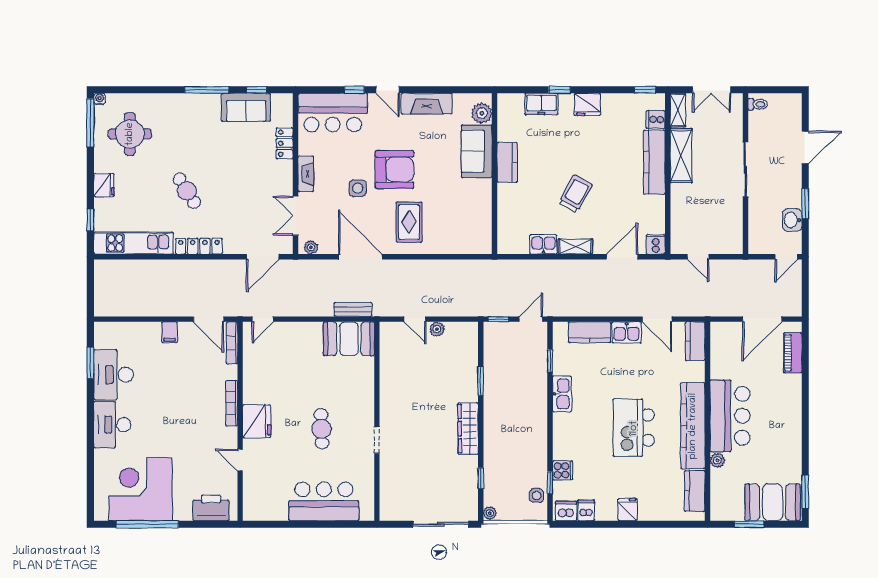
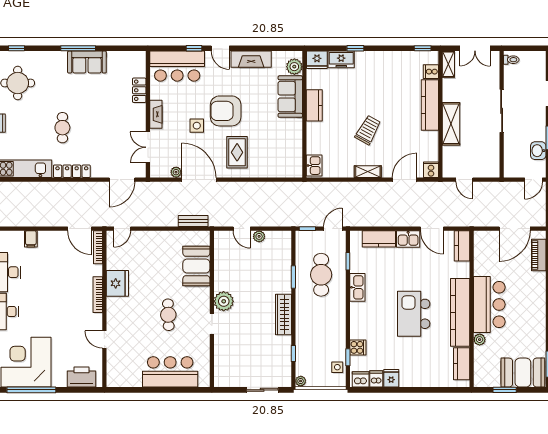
window: (257, 90) -> (17, 48), moved
fridge: (588, 104) -> (317, 60), moved
sofa: (246, 107) -> (87, 62), moved
shelving: (681, 156) -> (451, 124), moved
armchair: (394, 169) -> (226, 111), turned 180
cafe table: (187, 191) -> (62, 128), turned 32
kitchen sink: (543, 244) -> (314, 166), moved, turned 90
plant: (311, 247) -> (176, 172), moved
filing cabinet: (170, 332) -> (31, 239), moved
booth: (349, 339) -> (196, 266), moved, turned 90
cafe table: (516, 378) -> (321, 275), added
plant: (392, 412) -> (224, 301), added
fridge: (257, 421) -> (117, 283), moved
fridge: (628, 510) -> (391, 378), moved
sliding door: (441, 524) -> (262, 390), width x0.73

